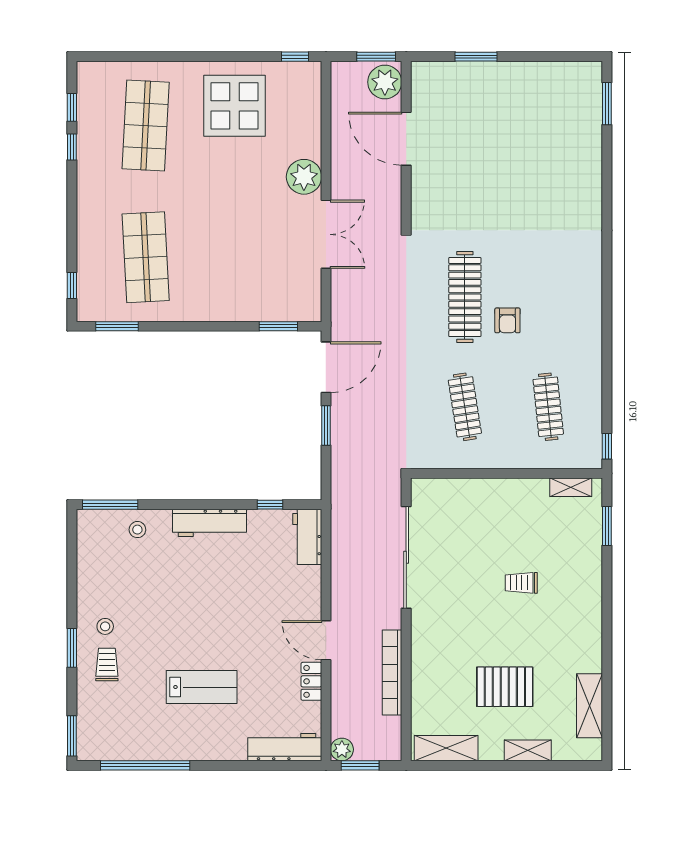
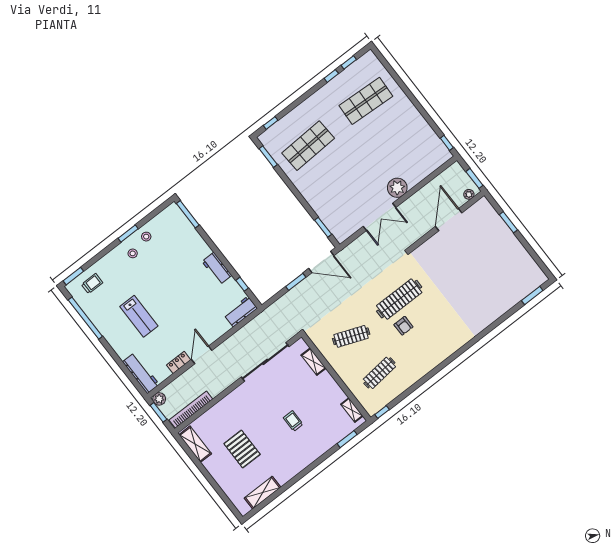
plant: (385, 82) -> (469, 194), width x0.53, depth x0.53
display table: (234, 106) -> (405, 133), removed
armchair: (507, 320) -> (403, 326), turned -90
clothes rail: (465, 407) -> (351, 336), turned 30
workbench: (209, 523) -> (217, 268), width x0.73
stool: (137, 530) -> (146, 237), moved
window: (72, 648) -> (128, 234), moved
trolley: (107, 665) -> (92, 284), moved
bookcase: (392, 673) -> (191, 410), moved
shelving: (528, 750) -> (314, 362), moved

